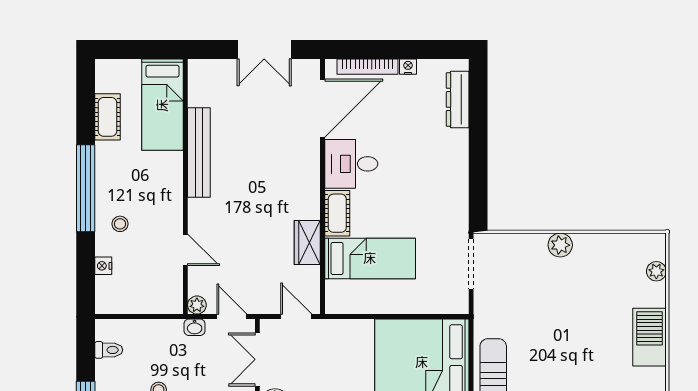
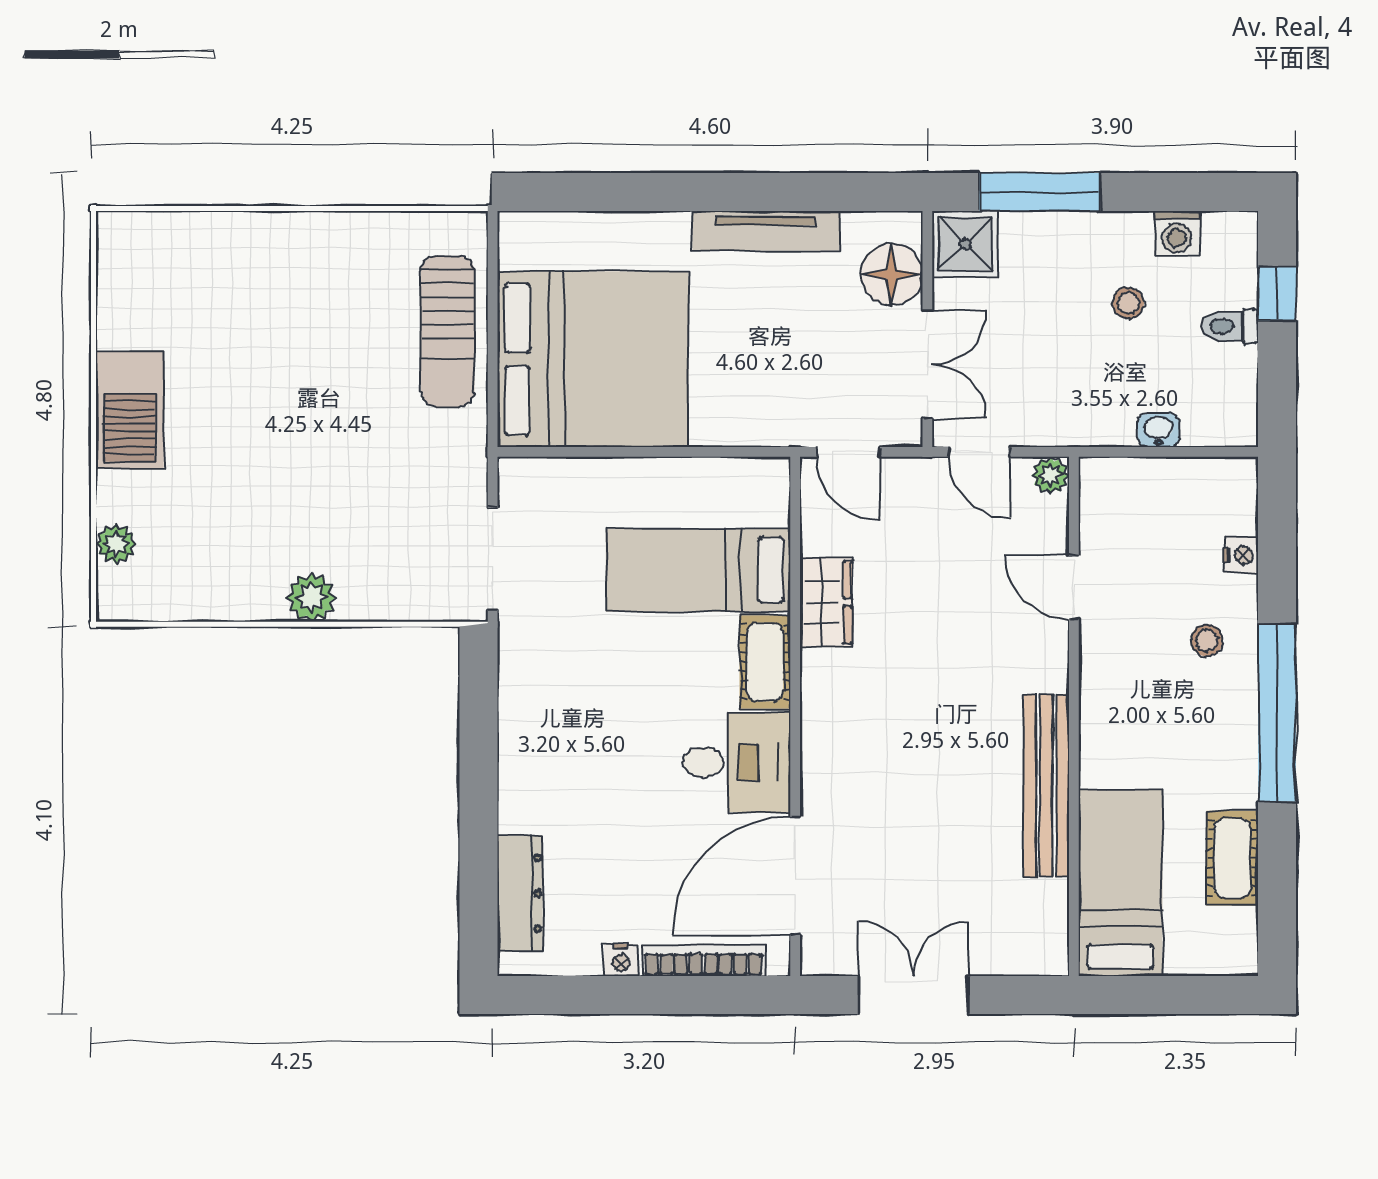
washbasin: (195, 327) -> (1158, 430), moved
toilet: (109, 350) -> (1230, 326), moved

